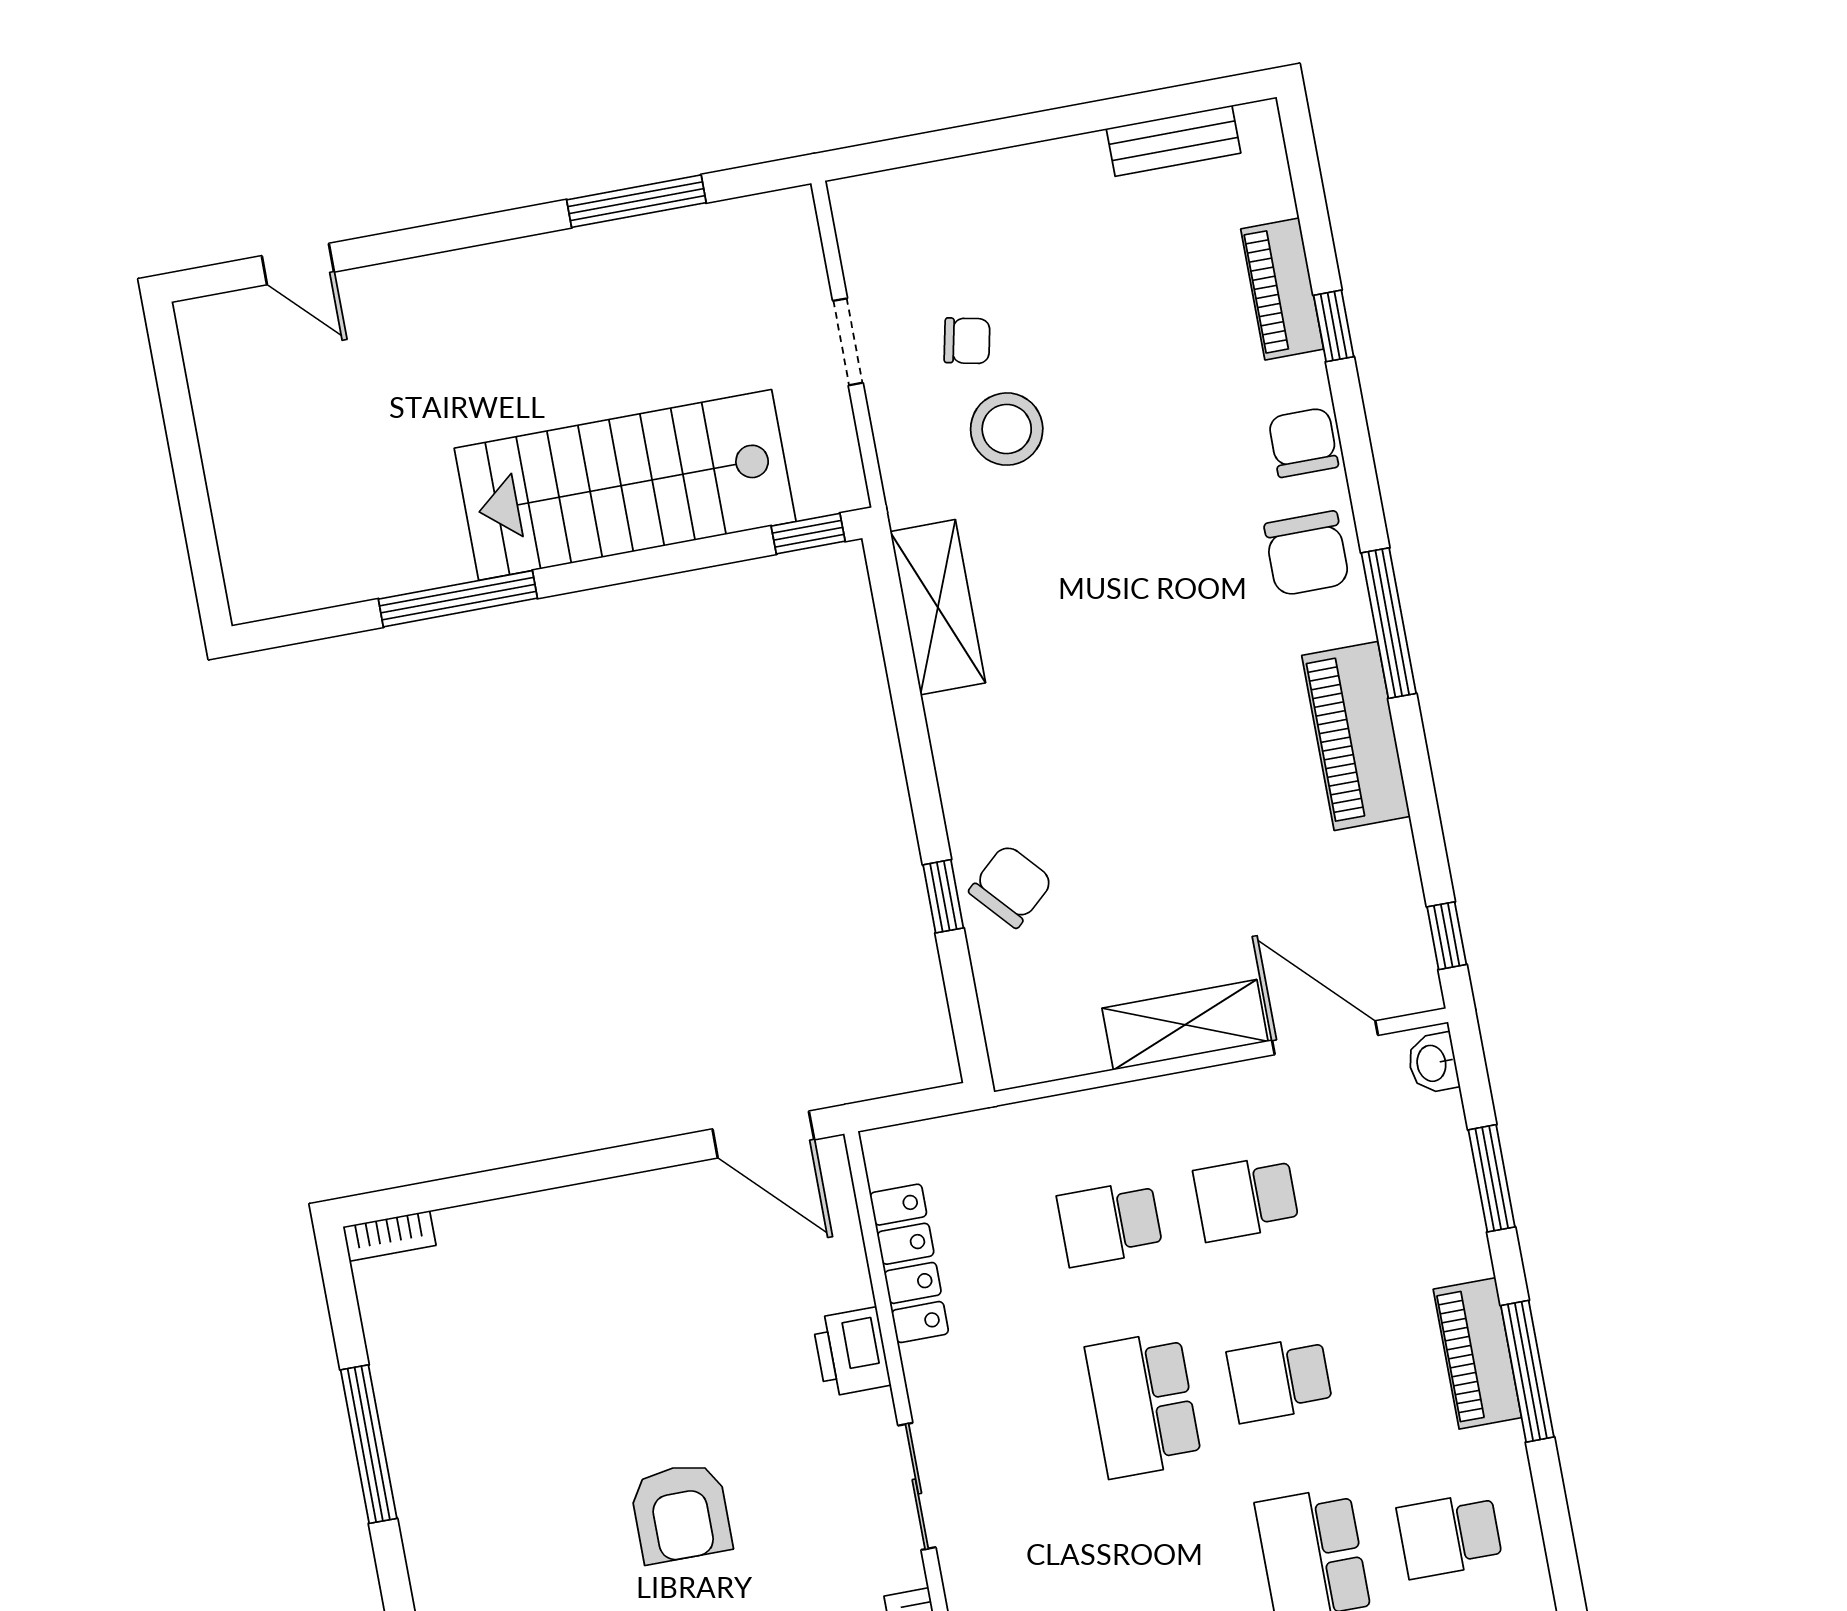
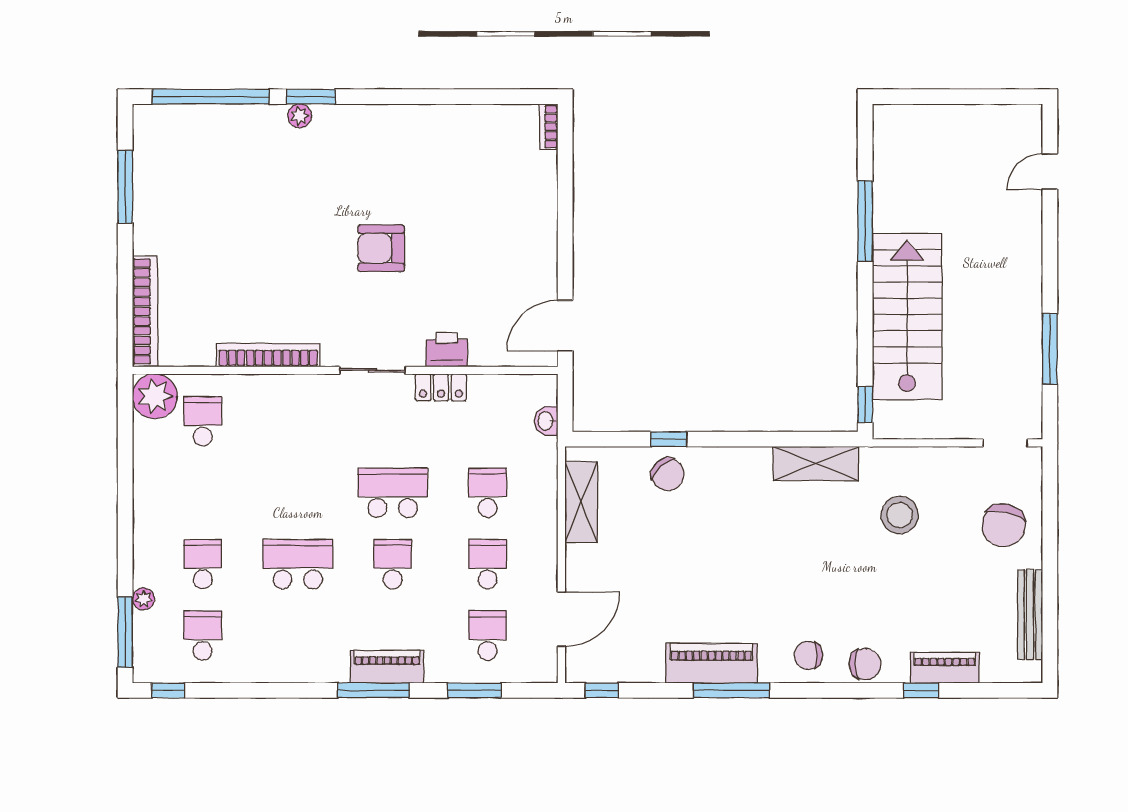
bench: (1174, 141) -> (1030, 615), width x1.36
chair: (967, 341) -> (1003, 525), moved, width x1.87, depth x1.87
doorway: (848, 342) -> (1005, 443), moved
chair: (1307, 554) -> (808, 655), width x0.73, depth x0.73
window: (1389, 623) -> (731, 690), moved
shelving: (1185, 1025) -> (581, 502), moved
washbasin: (1433, 1063) -> (546, 421), moved, turned -90
locker: (909, 1263) -> (441, 387), moved, width x0.66
window: (369, 1444) -> (445, 97), removed
school desk: (1450, 1535) -> (488, 636), moved

